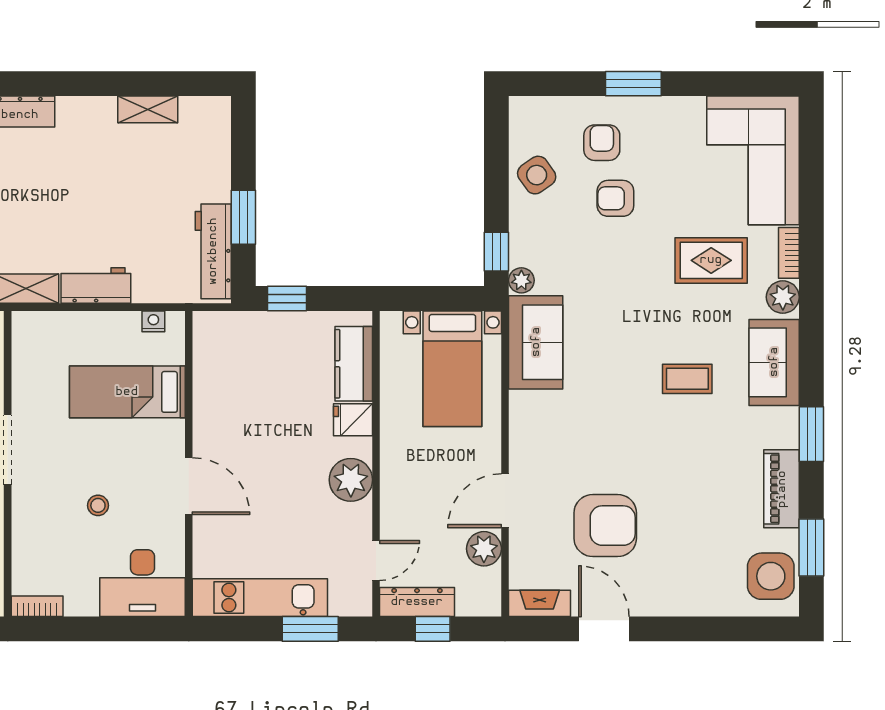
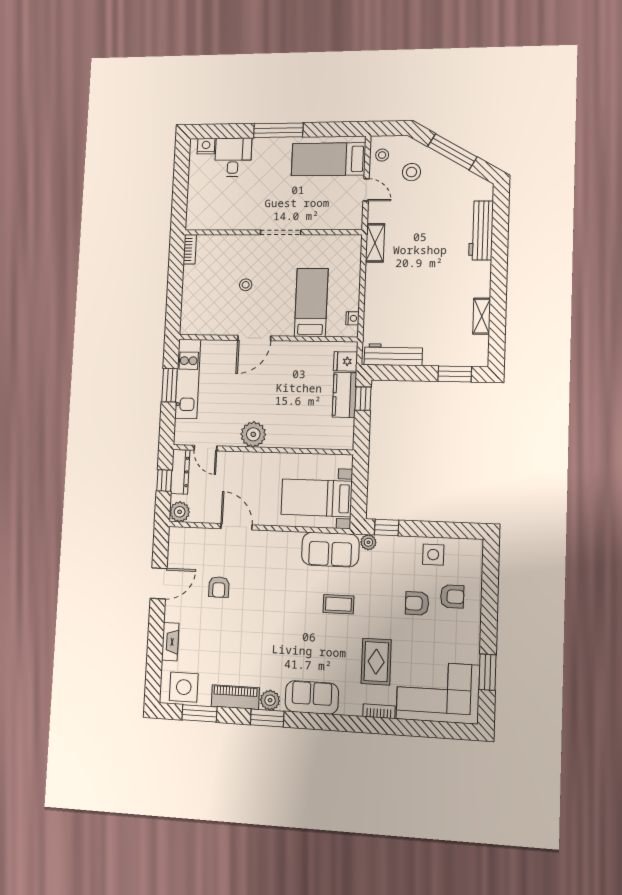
window: (633, 84) -> (487, 672), moved
side table: (537, 175) -> (433, 555), turned 35
armchair: (615, 198) -> (417, 603), turned -90
window: (243, 217) -> (455, 374), moved
workbench: (96, 285) -> (375, 284), removed
plant: (783, 297) -> (270, 700), moved
kitchen counter: (354, 364) -> (344, 395), moved, turned -90
coffee table: (687, 379) -> (338, 604), moved, turned 90
fridge: (353, 420) -> (345, 361), moved, turned -90
armchair: (605, 526) -> (219, 587), width x0.53, depth x0.53
plant: (484, 549) -> (180, 512), moved
desk: (142, 583) -> (200, 310), removed
fireplace: (540, 603) -> (170, 642), moved
window: (310, 629) -> (169, 385), moved

